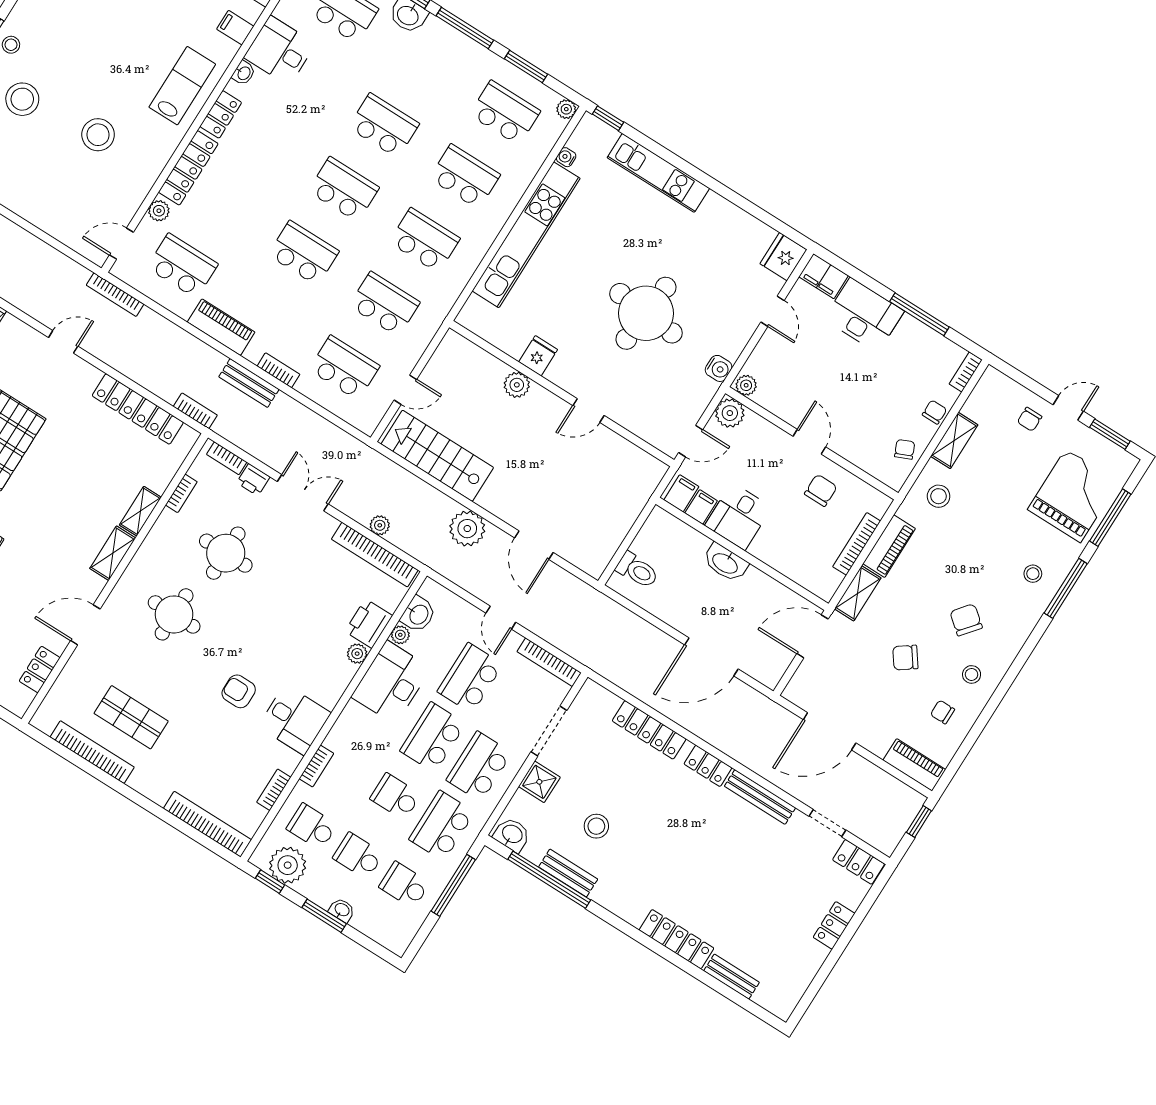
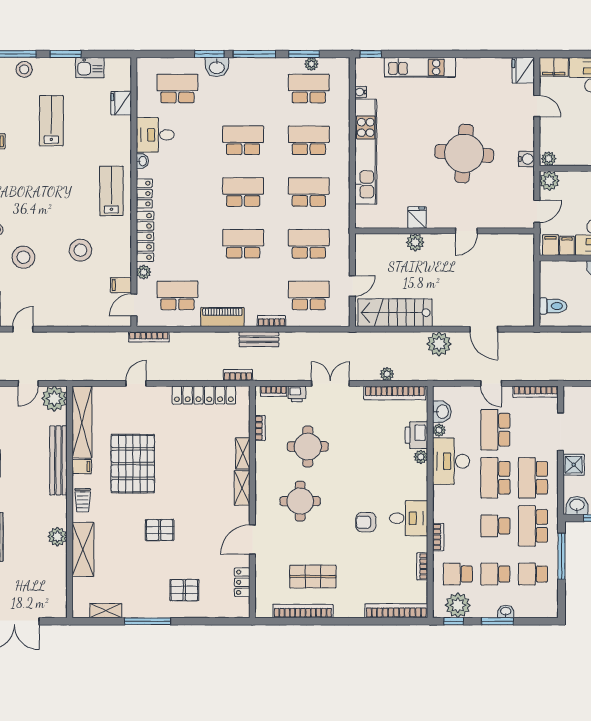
filing cabinet: (235, 28) -> (121, 285), moved
plant: (566, 109) -> (311, 64), moved

